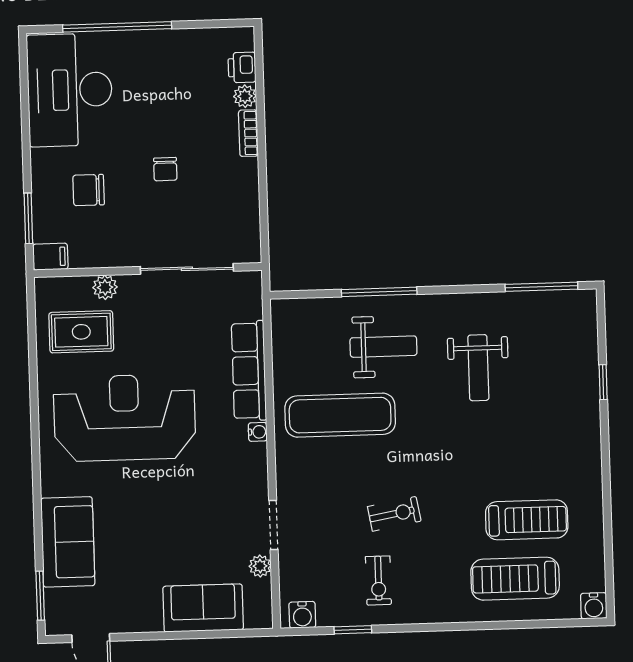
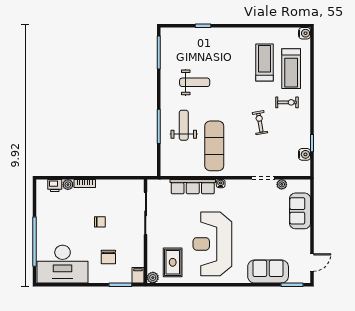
plant: (105, 287) -> (153, 278), moved
exercise bike: (378, 581) -> (287, 102), moved
water cooler: (302, 615) -> (305, 154), moved

